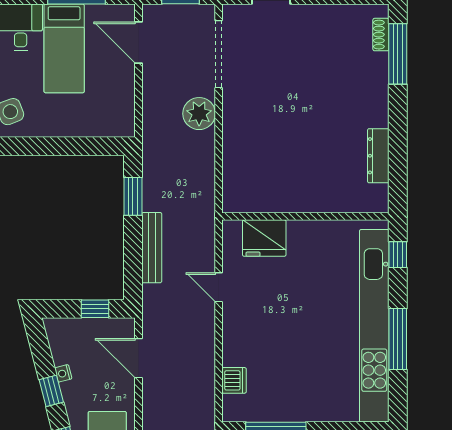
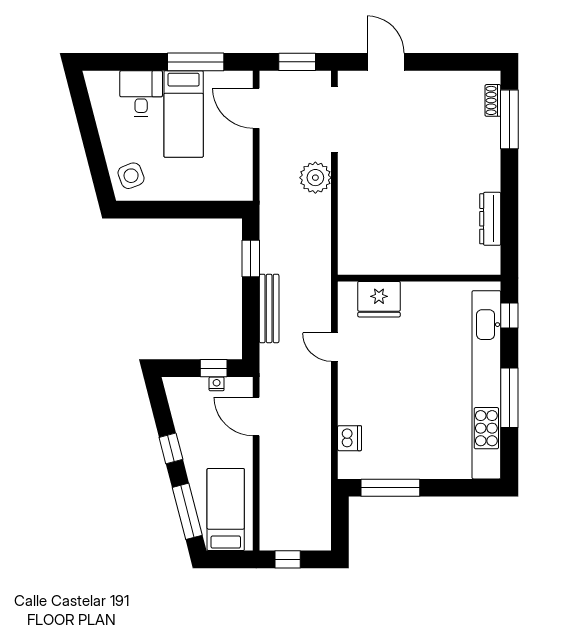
nightstand: (63, 373) -> (217, 384), moved, turned 104

